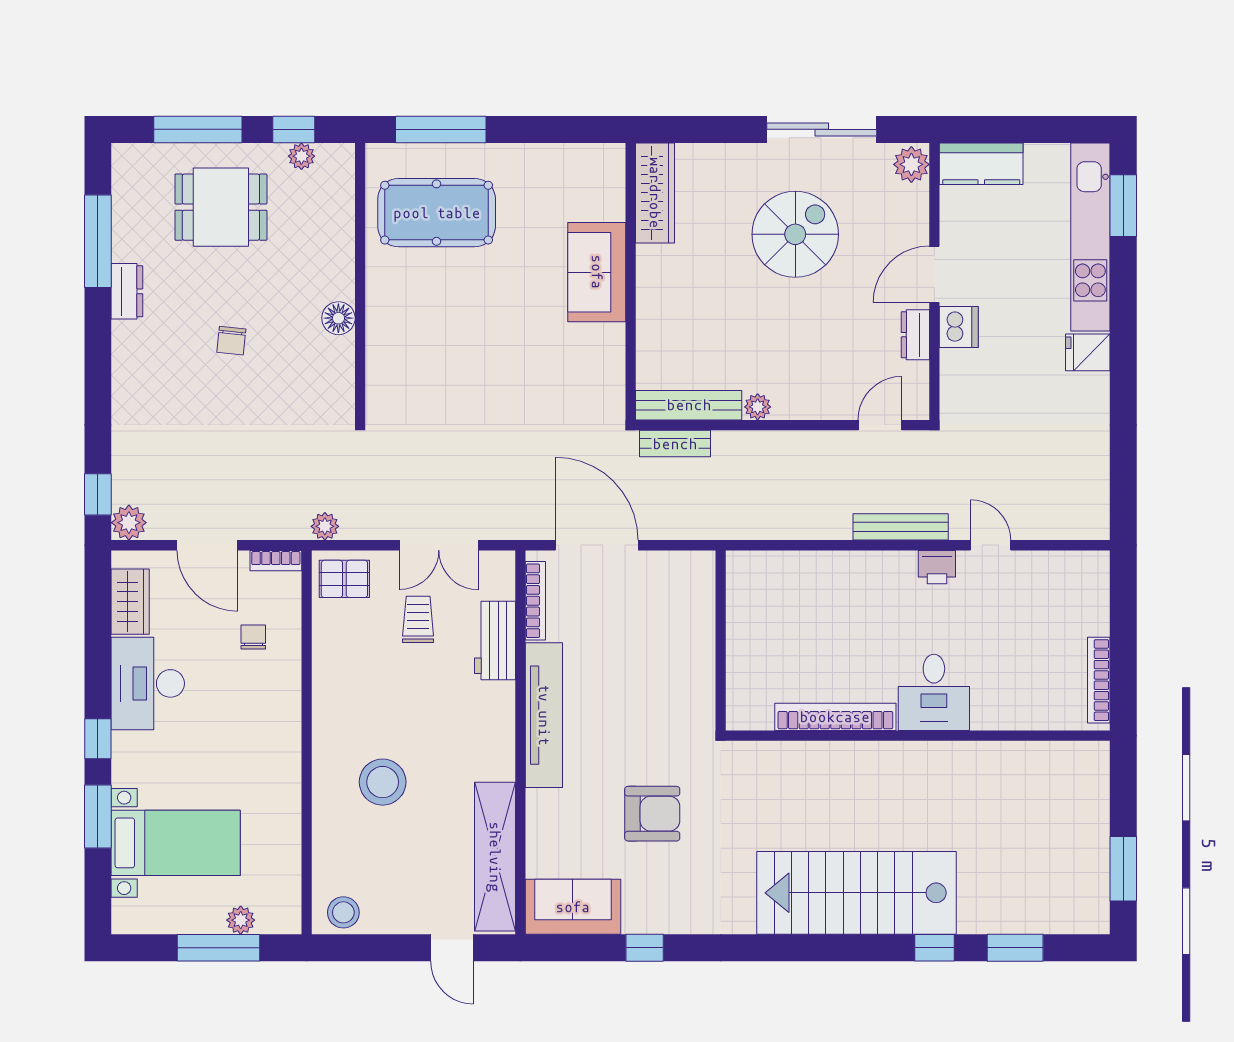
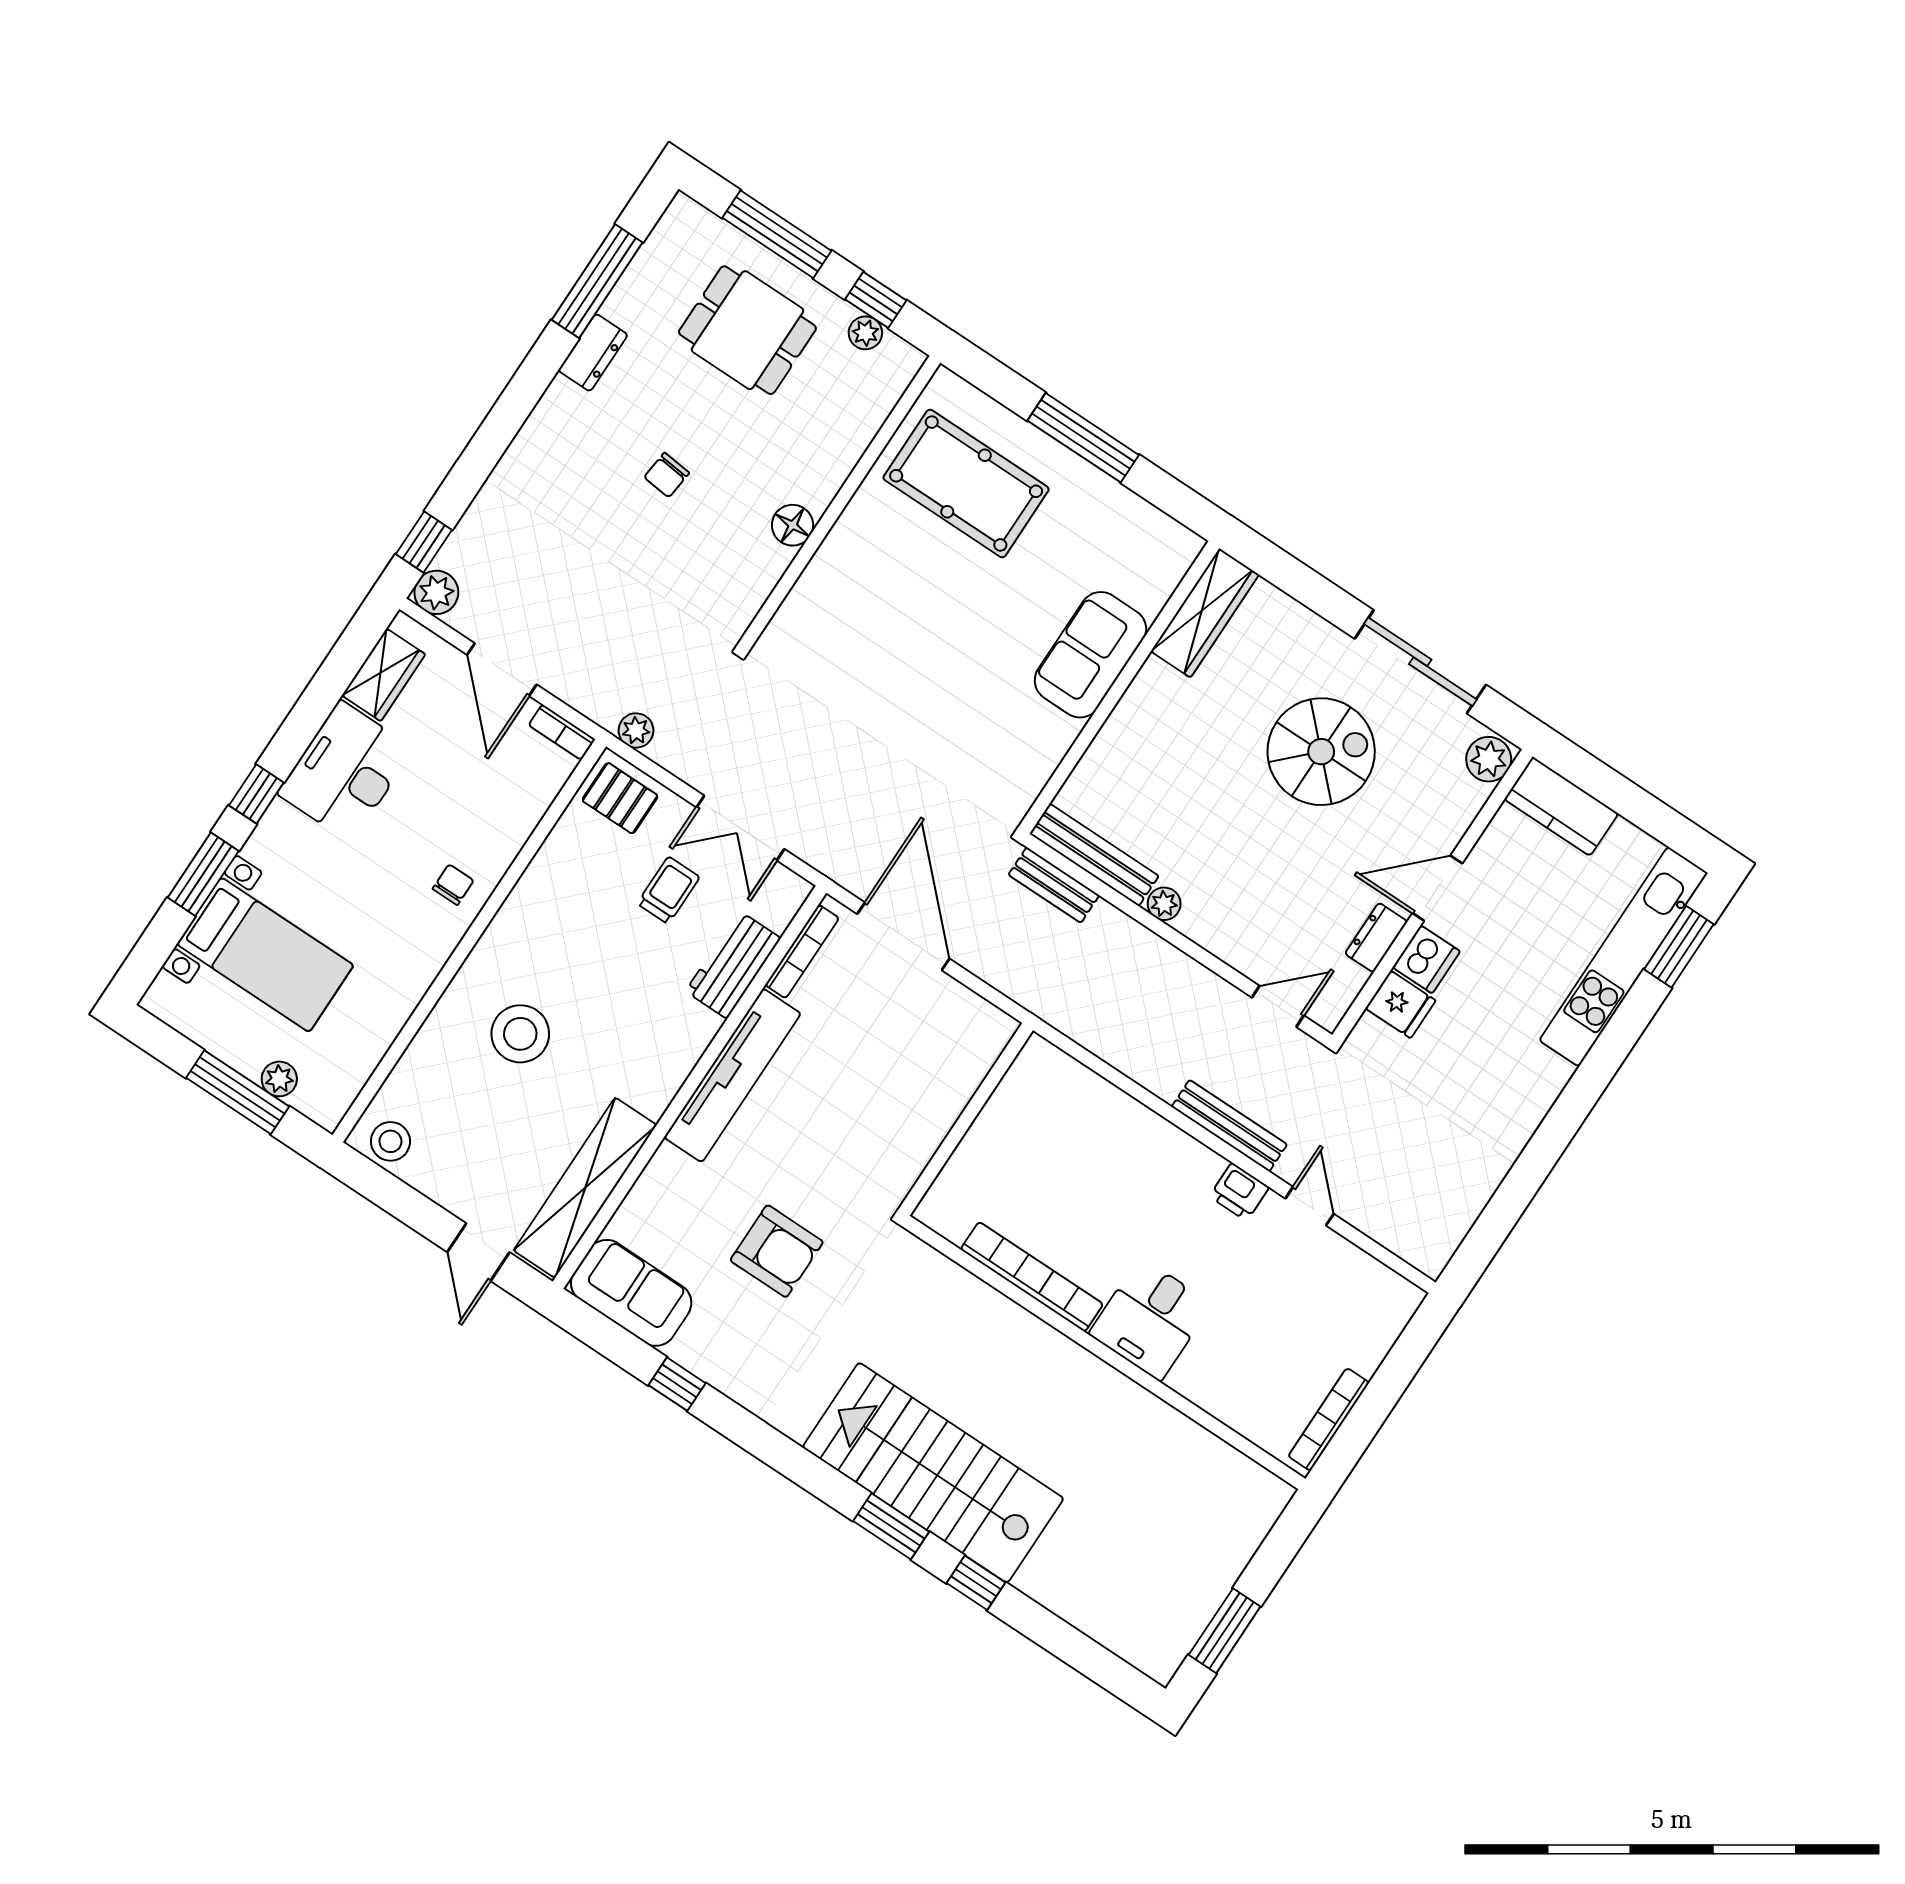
window: (441, 129) -> (1083, 438), moved
fridge: (1088, 352) -> (1401, 1004), moved, turned 180
chair: (253, 637) -> (453, 885), moved
window: (1015, 948) -> (891, 1526), moved

